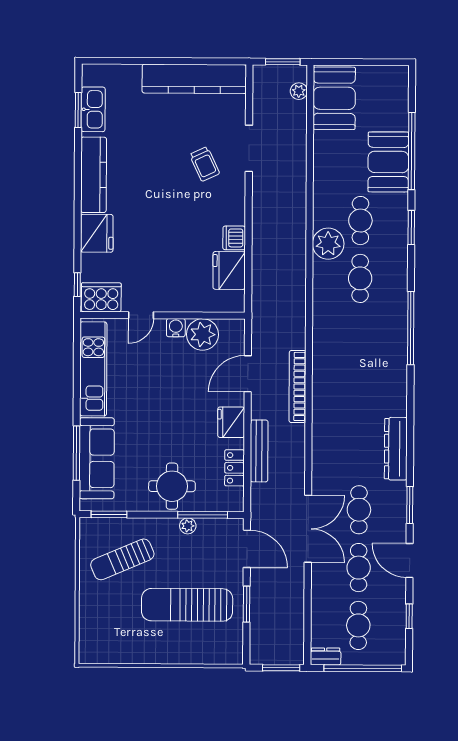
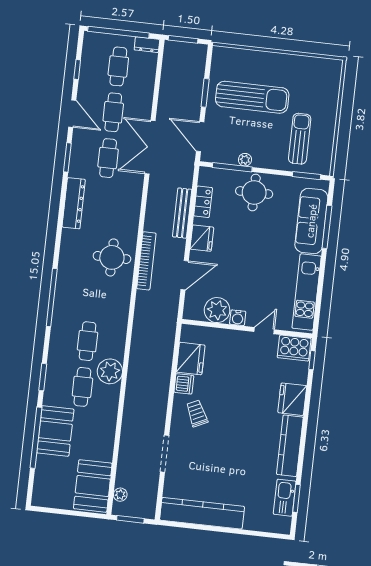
trolley: (205, 164) -> (197, 413), moved
round table: (341, 386) -> (112, 257), added
sun lounger: (122, 559) -> (300, 139), turned -67

